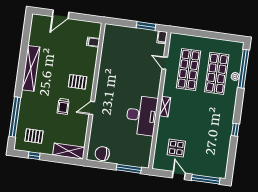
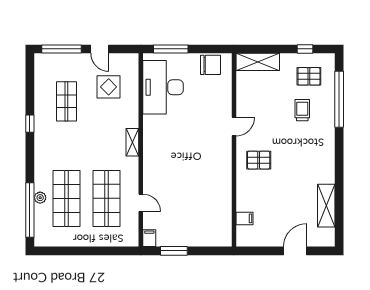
shelving: (31, 68) -> (326, 206), moved, width x0.68
trolley: (63, 106) -> (302, 110), moved
desk: (142, 115) -> (163, 87), moved
shop shelf: (207, 142) -> (66, 101), added

